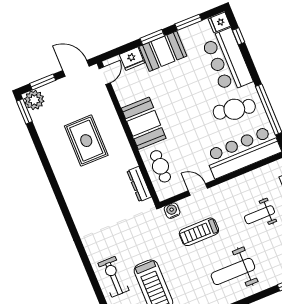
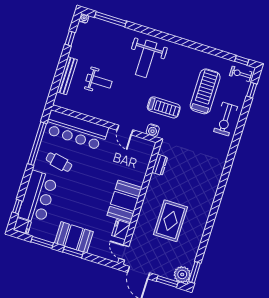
fridge: (132, 59) -> (121, 230), moved, turned -90
door: (105, 76) -> (124, 252), hinge flipped
cafe table: (234, 109) -> (59, 162), width x0.73, depth x0.74
cafe table: (160, 166) -> (137, 165), removed
dresser: (139, 184) -> (160, 165), width x0.70
treadmill: (199, 232) -> (164, 107), moved
weight bench: (233, 271) -> (146, 59), turned 90

